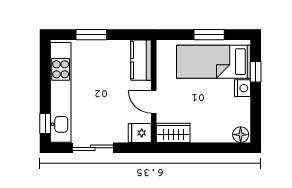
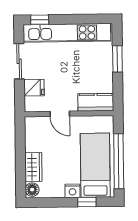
window: (209, 35) -> (119, 161), width x2.11
door: (154, 102) -> (60, 114), swing flipped
fridge: (140, 133) -> (34, 88), moved, turned 90
wardrobe: (173, 133) -> (33, 167), moved

